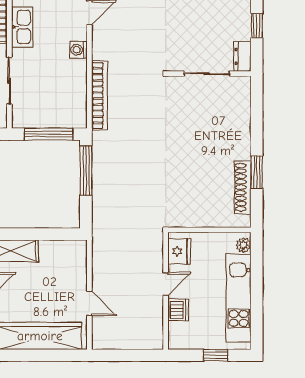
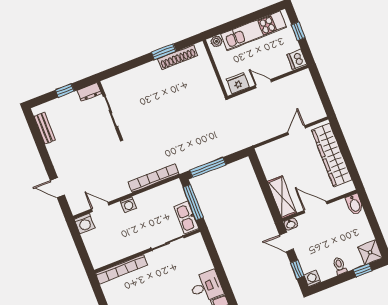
kitchen sink: (22, 27) -> (186, 218), moved, turned -90
dishwasher: (178, 310) -> (297, 59), moved, turned -90

